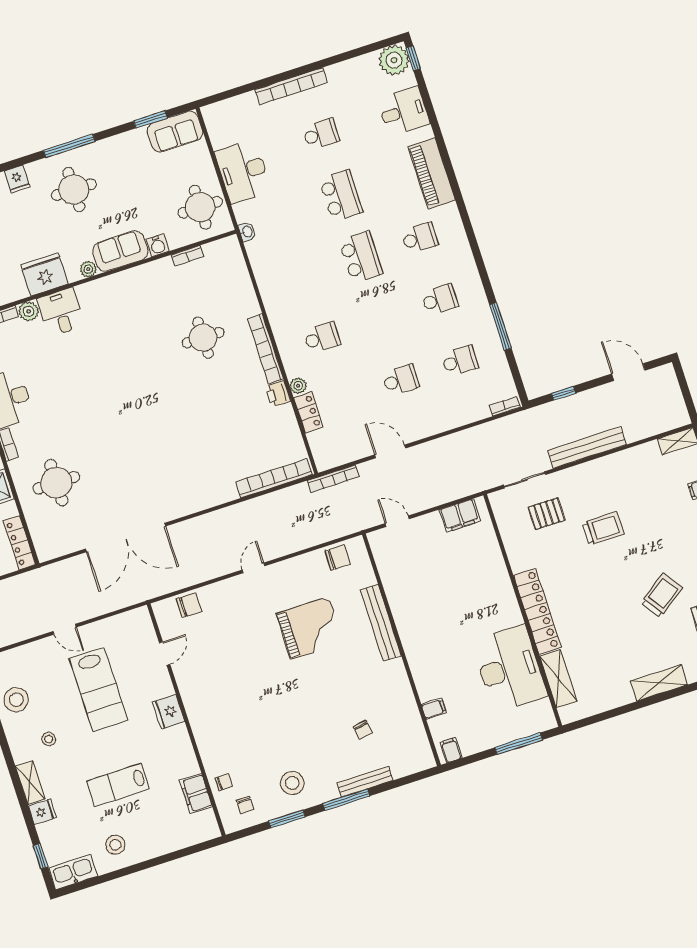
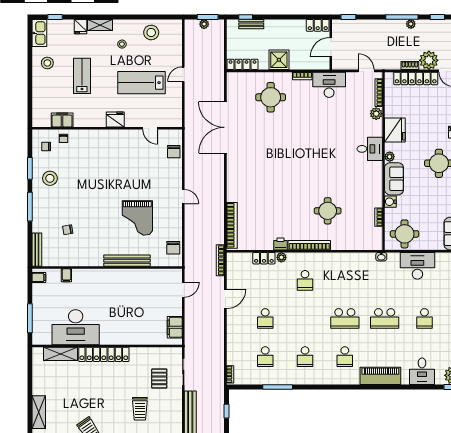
desk: (61, 312) -> (370, 149), moved
bench: (365, 782) -> (37, 250), moved

